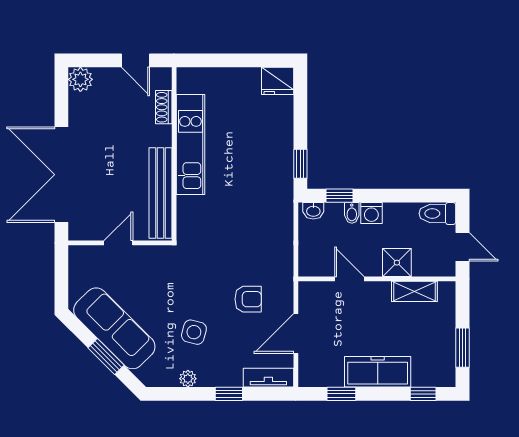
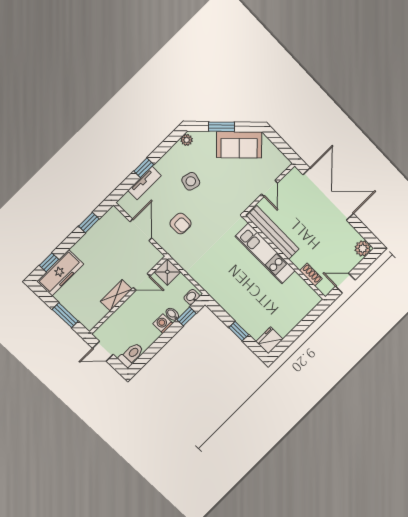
kitchen unit: (190, 144) -> (265, 254), moved
window: (300, 164) -> (239, 331), moved
shower: (397, 263) -> (167, 272), moved
shelving: (414, 291) -> (116, 295), moved
armchair: (248, 299) -> (181, 223), turned -90
sofa: (114, 328) -> (239, 145), width x0.73
window: (462, 348) -> (65, 315), moved
freezer: (378, 372) -> (60, 273), moved
tv unit: (268, 378) -> (145, 183), moved
plant: (188, 379) -> (187, 140), moved

